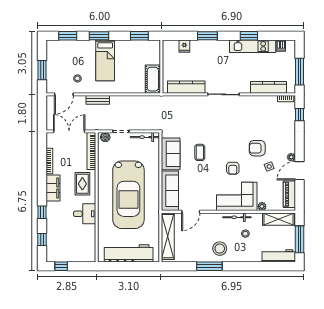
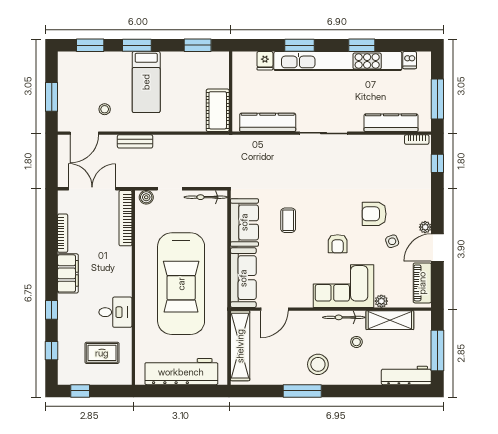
kitchen unit: (253, 46) -> (338, 61), width x1.86
rug: (82, 184) -> (102, 353), moved, turned 90
shelving: (279, 219) -> (390, 320), moved

